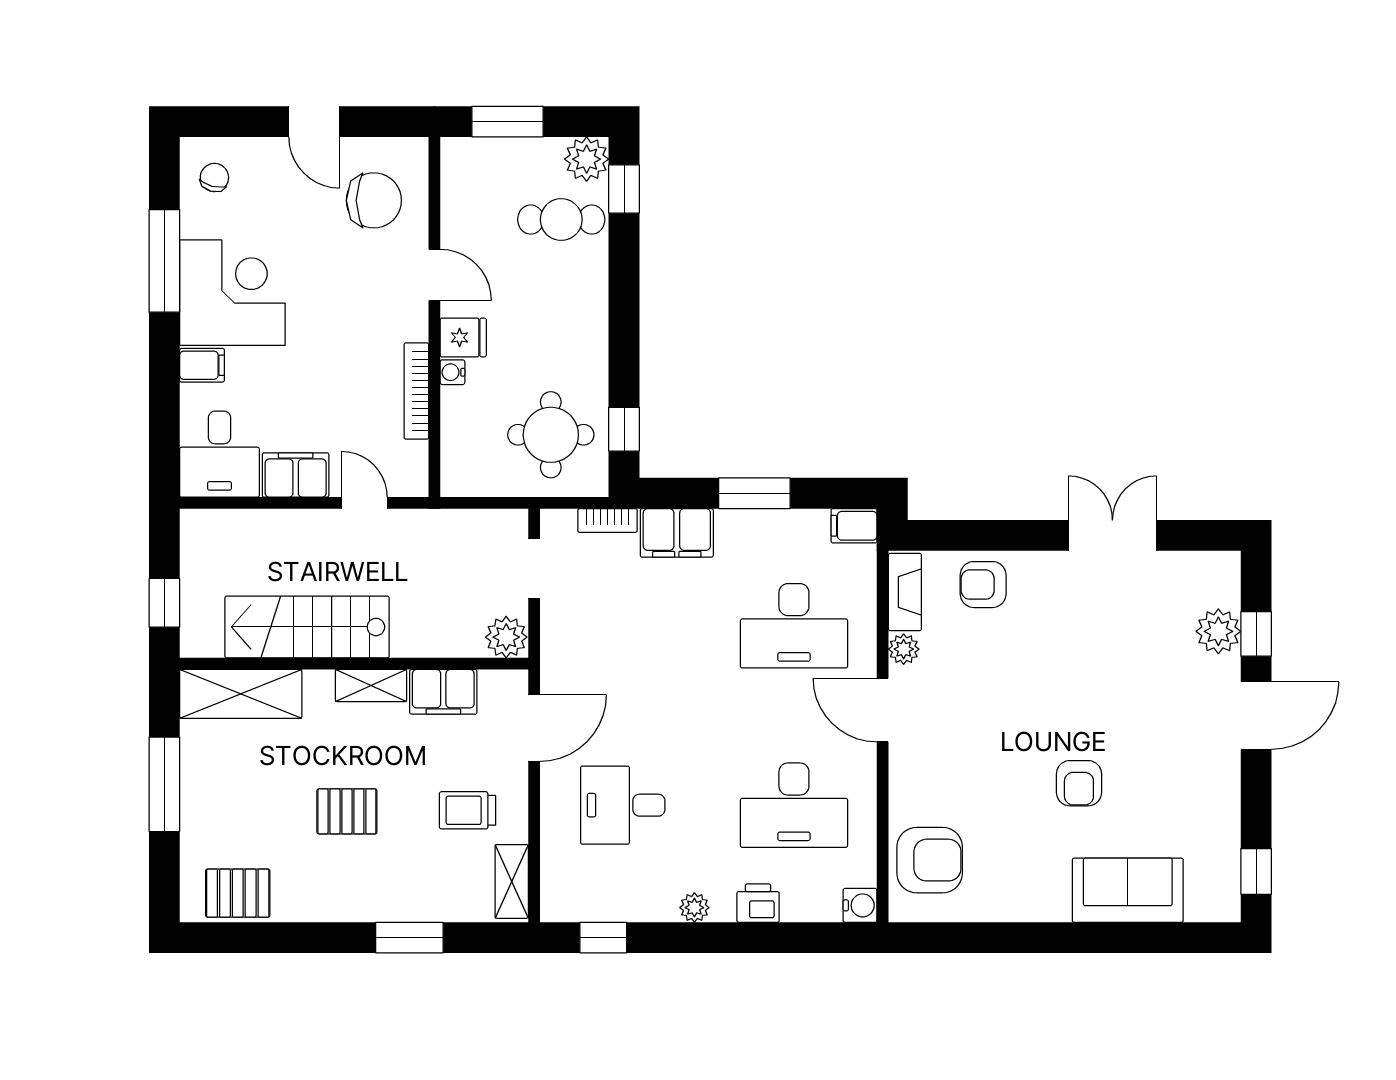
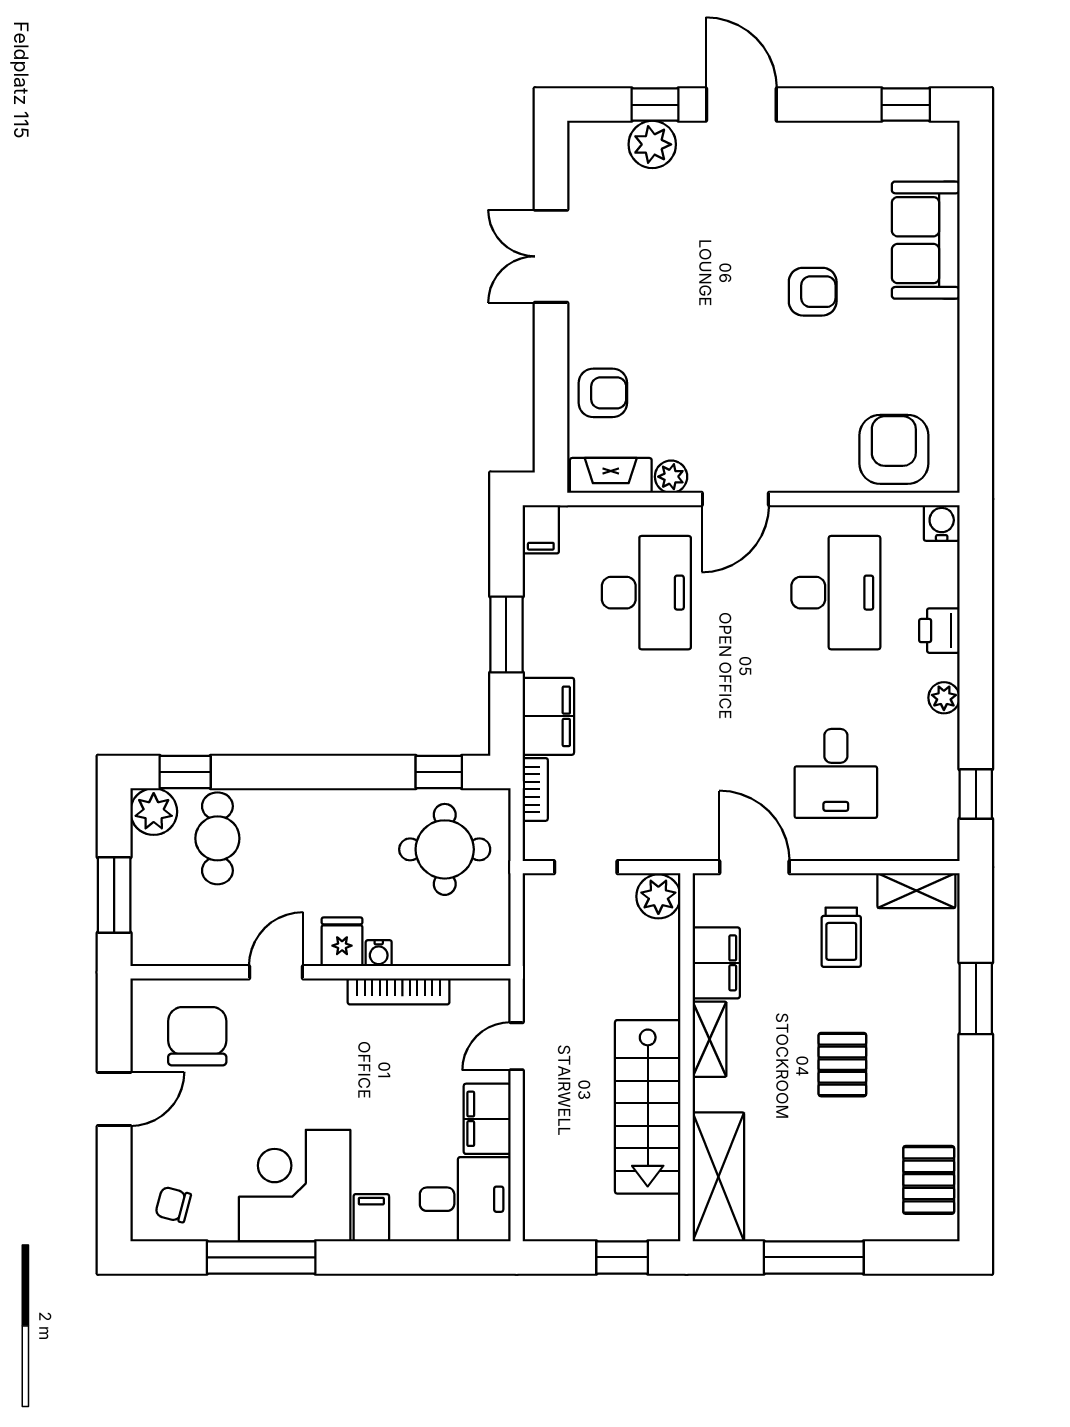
armchair: (983, 585) -> (603, 393), turned -90

